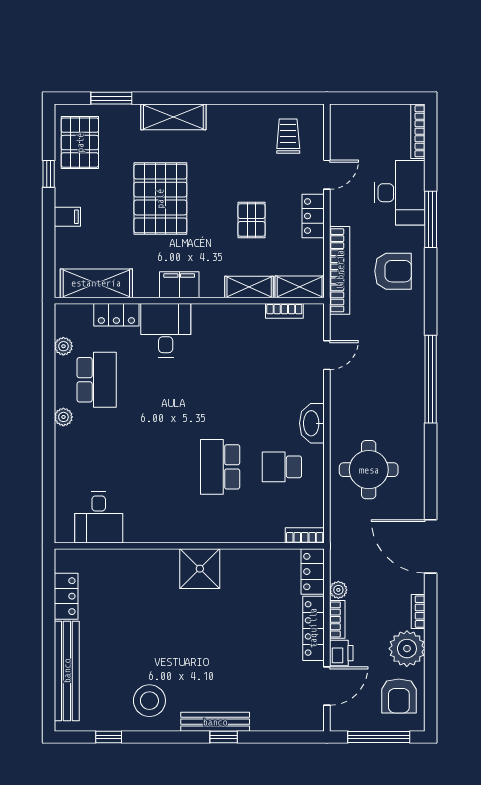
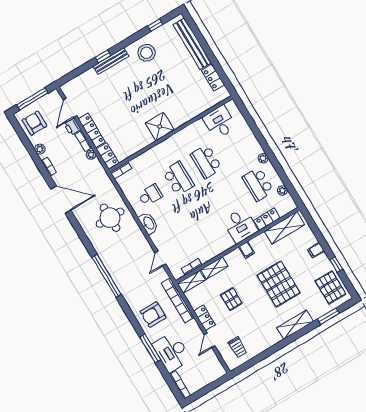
filing cabinet: (179, 285) -> (247, 250), width x0.50
school desk: (158, 467) -> (206, 161), added
plant: (407, 649) -> (40, 149), width x0.53, depth x0.53

